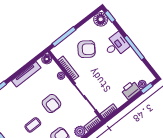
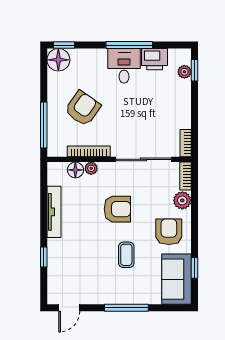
desk: (116, 45) -> (124, 66), moved
floor lamp: (47, 59) -> (75, 170), moved
printer: (131, 90) -> (155, 59), moved, turned -90

